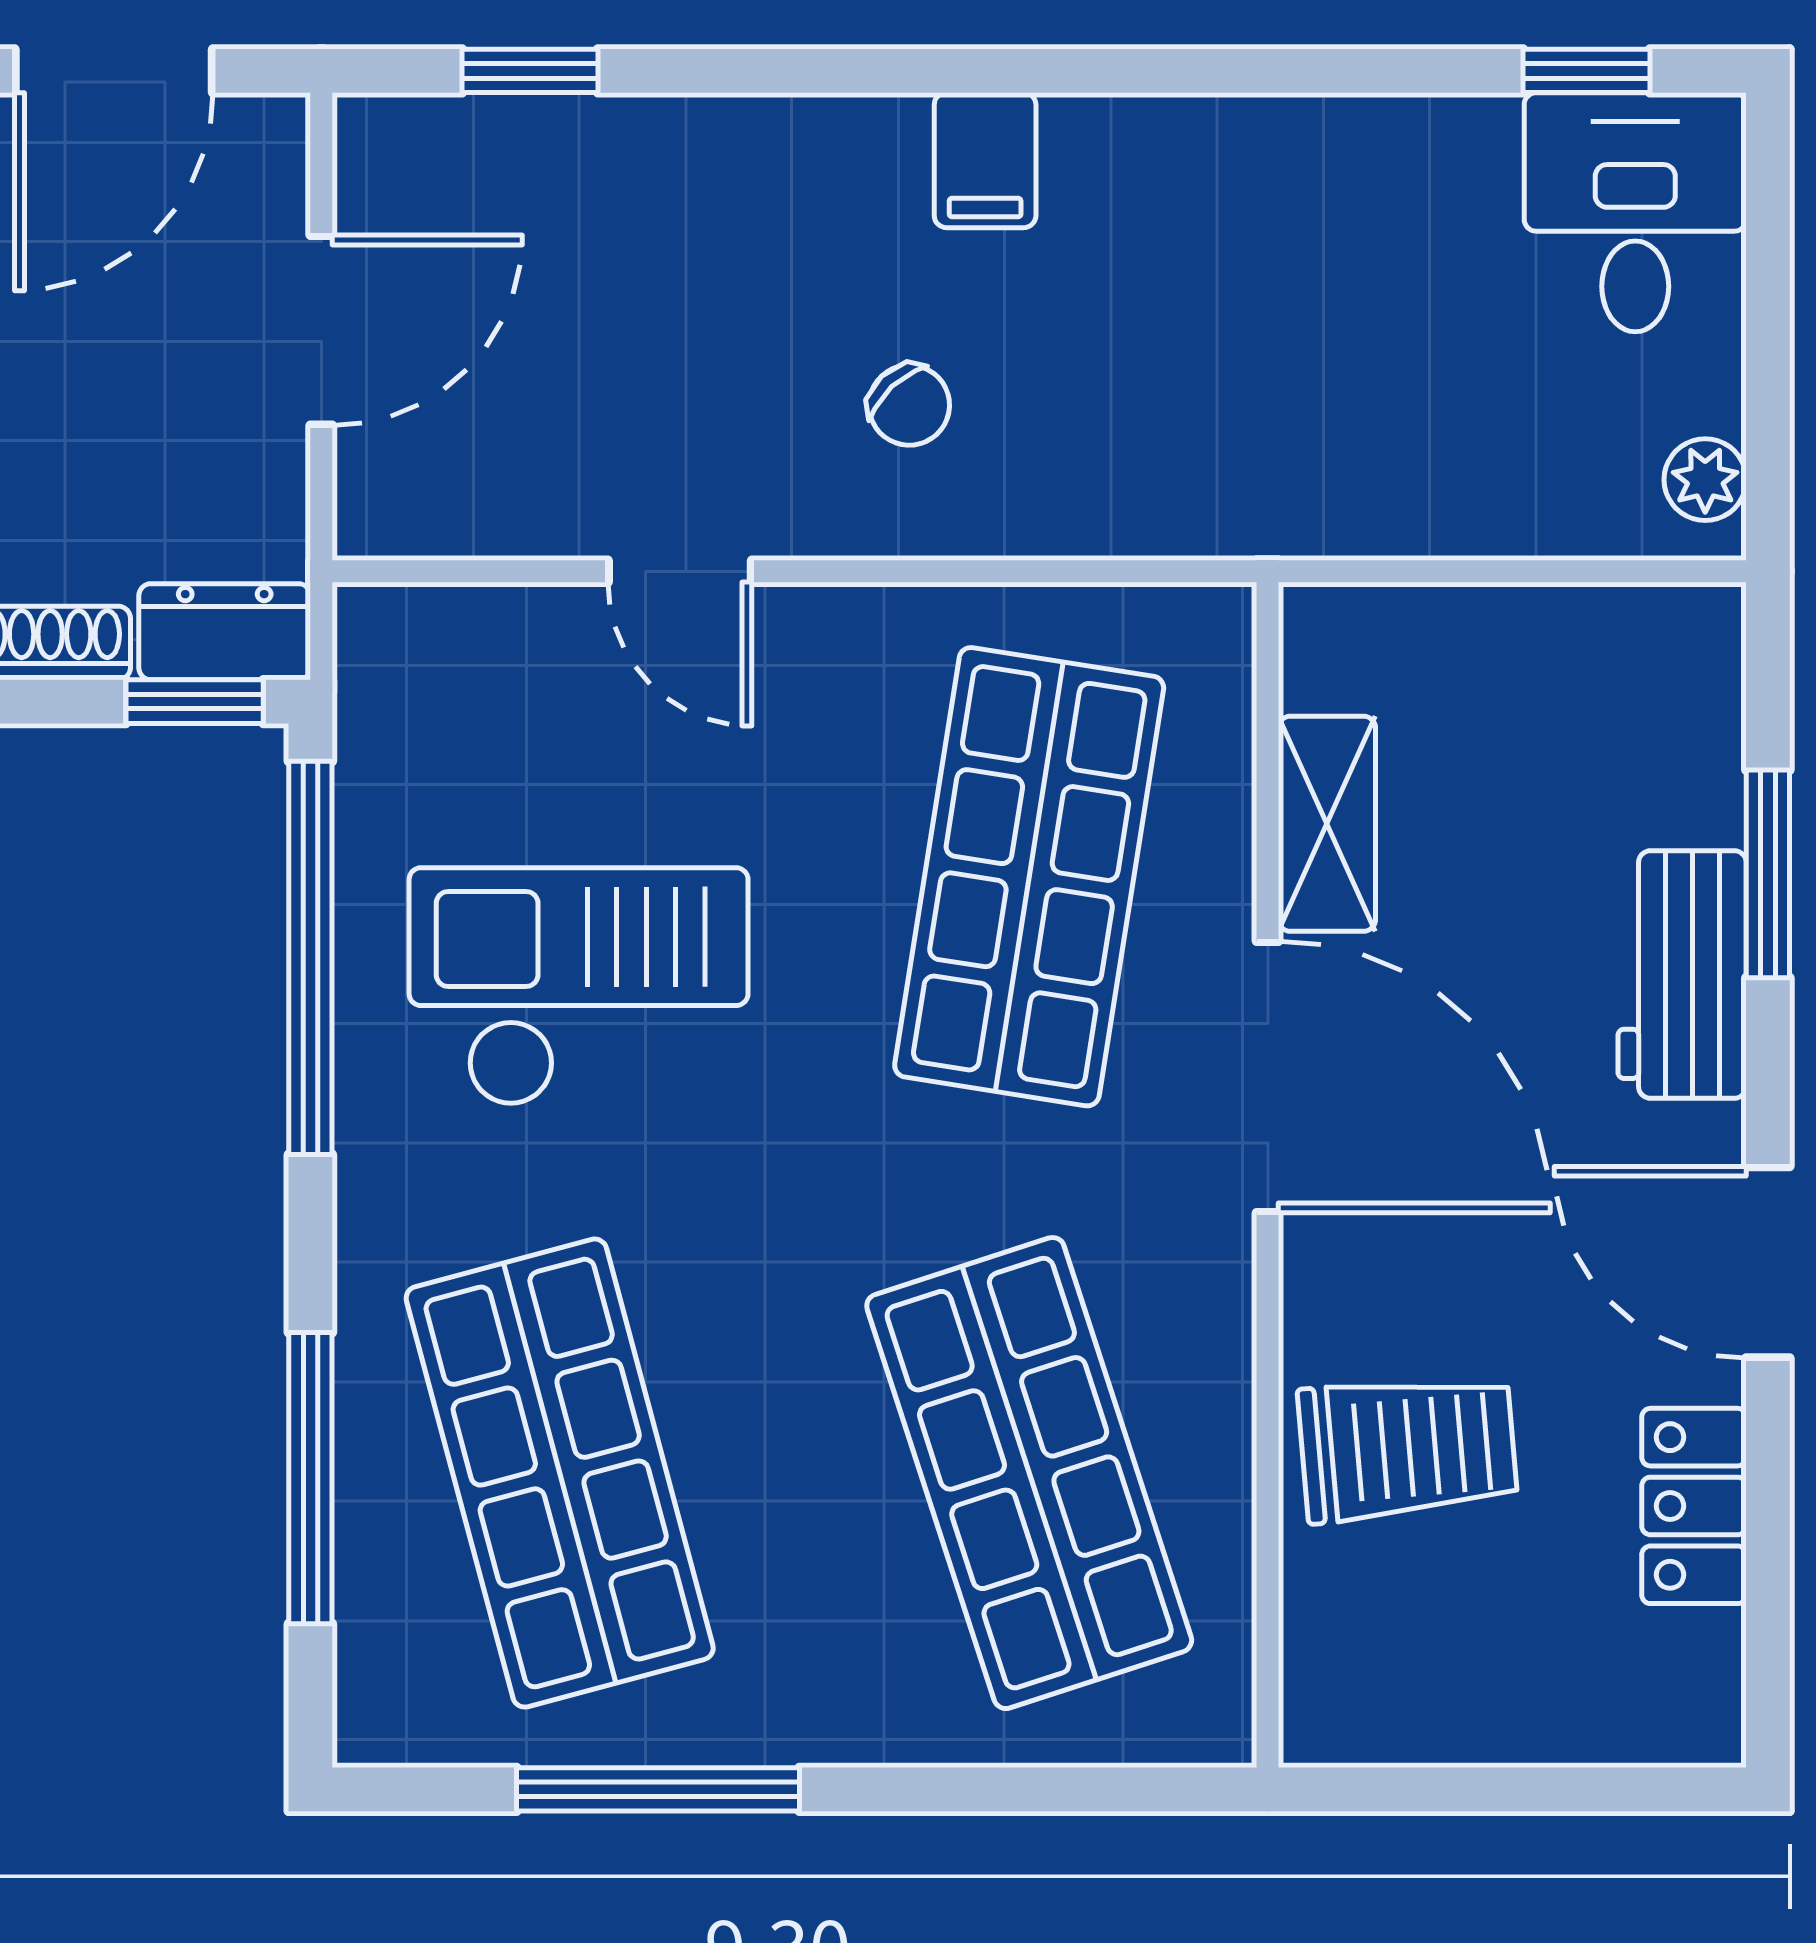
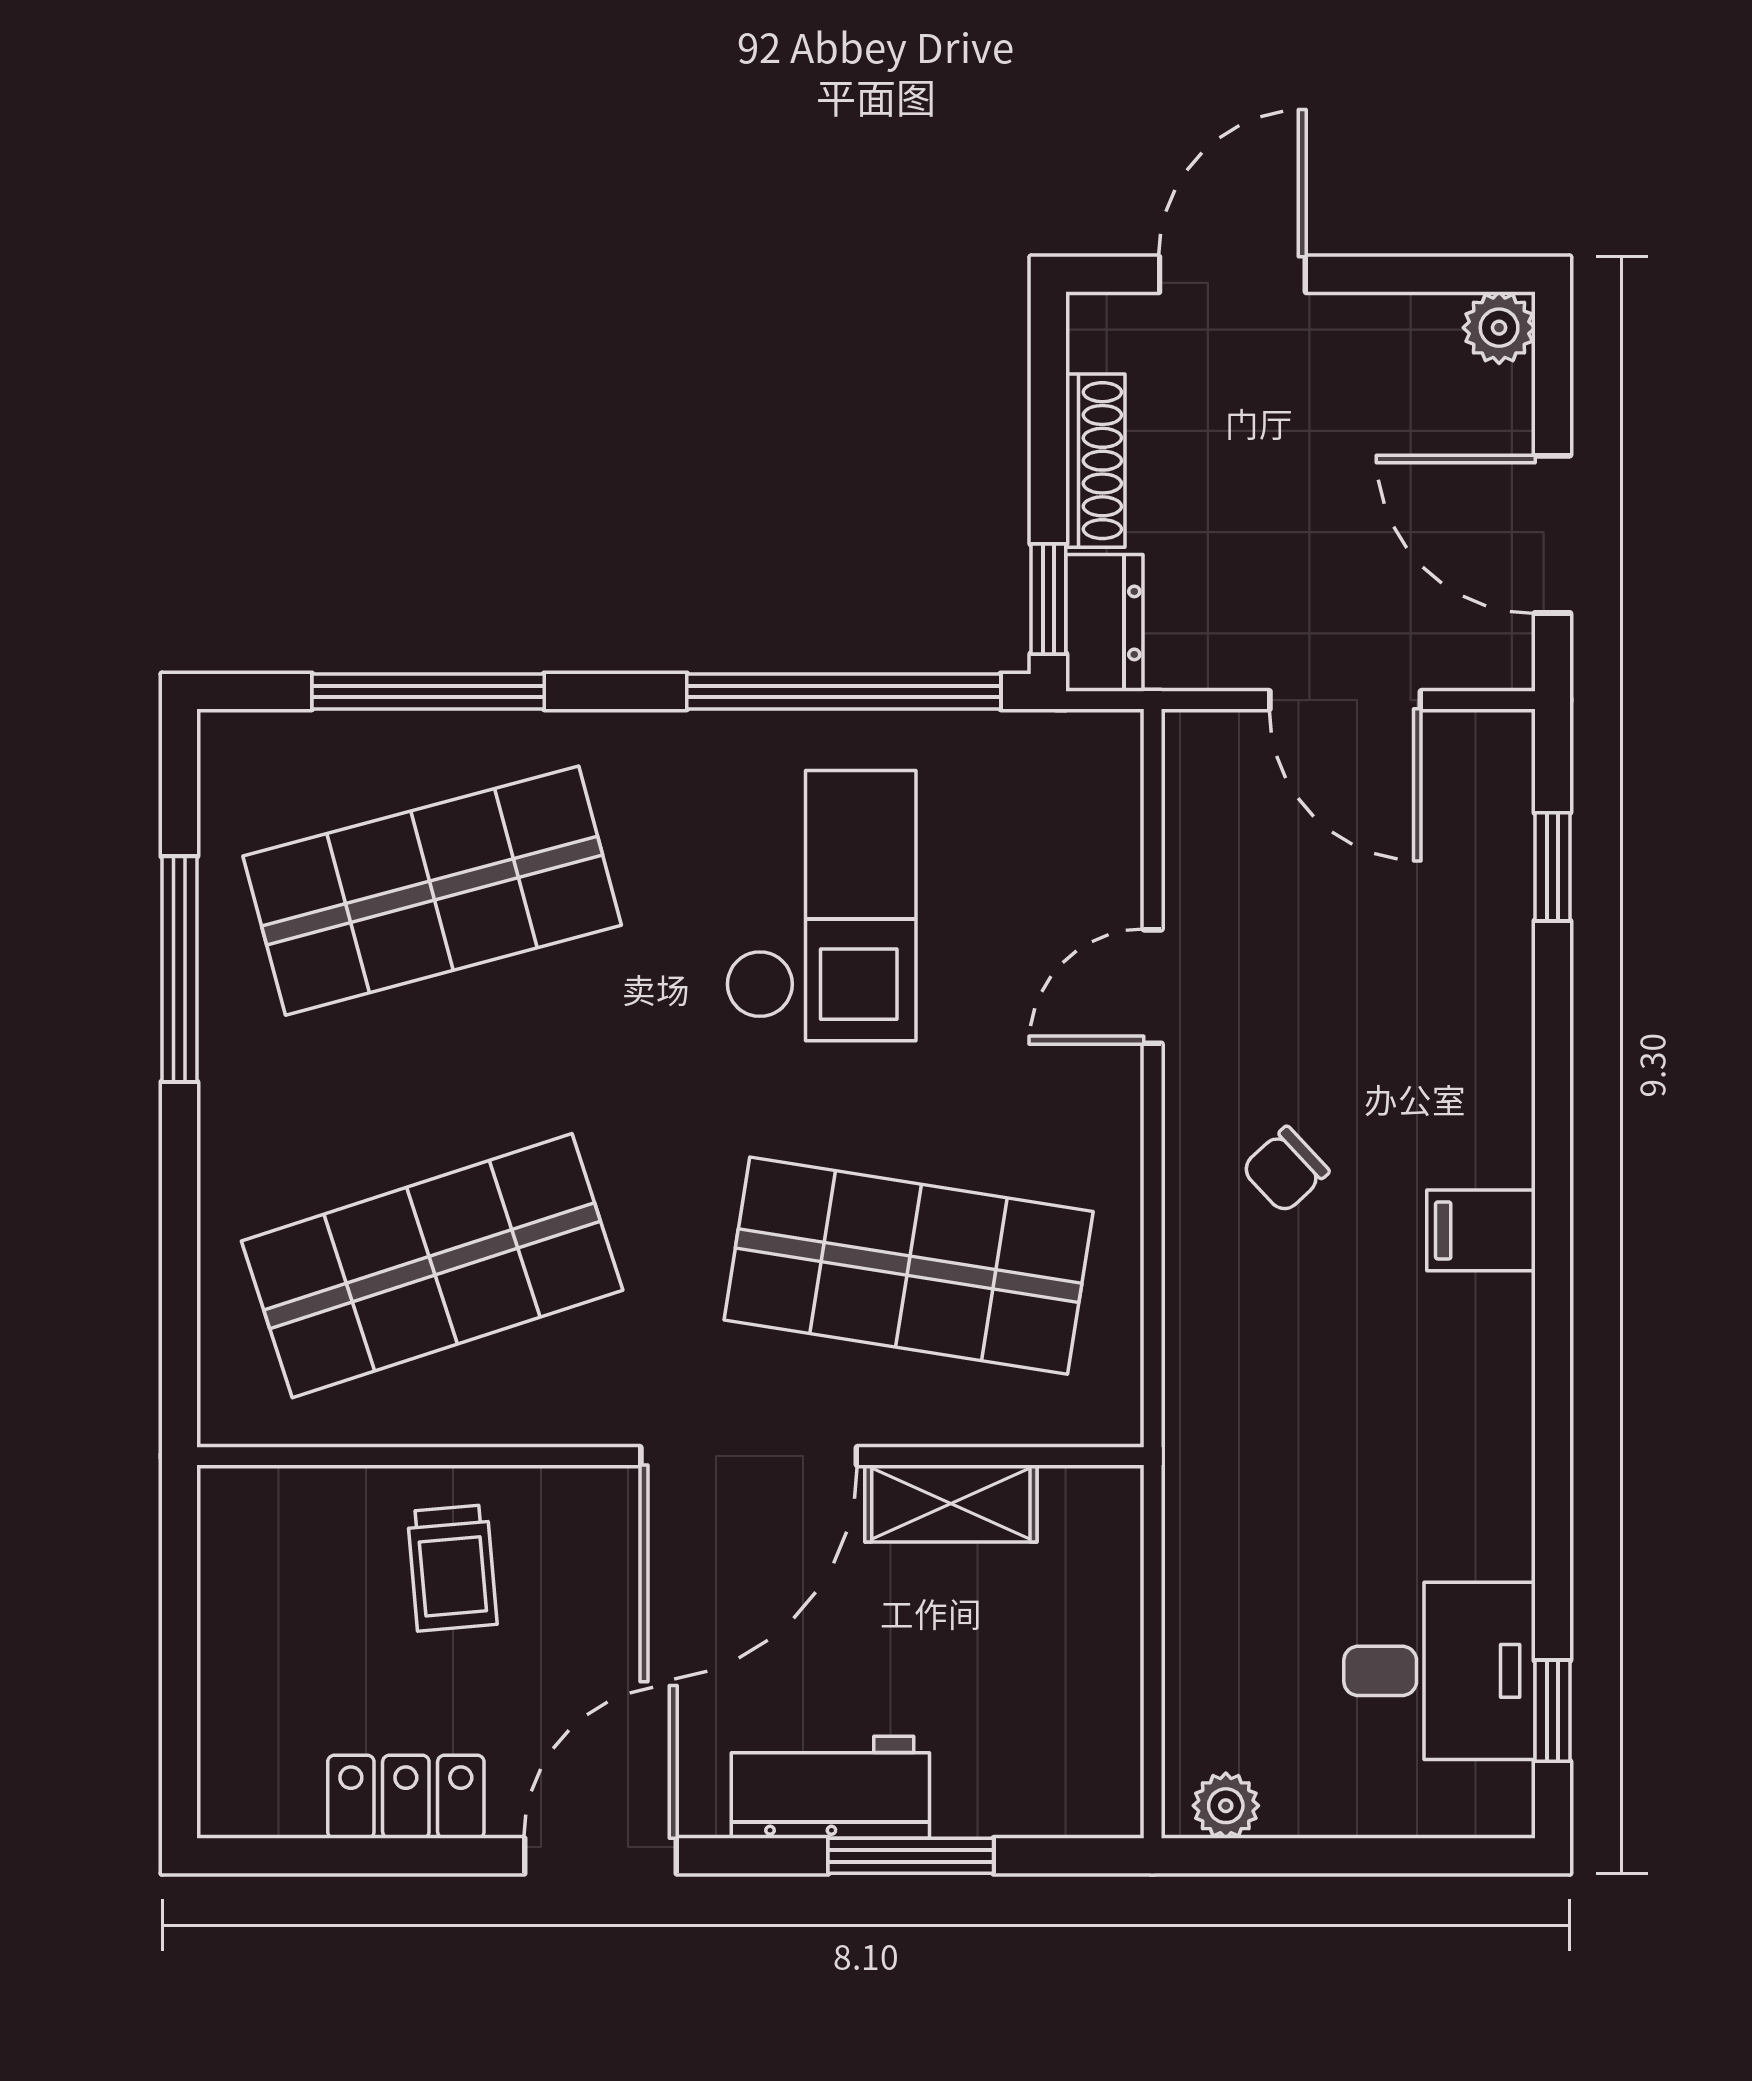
desk: (1635, 212) -> (1439, 1671), moved
trolley: (1408, 1448) -> (452, 1568), width x0.73, depth x0.72

